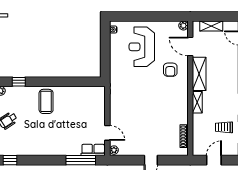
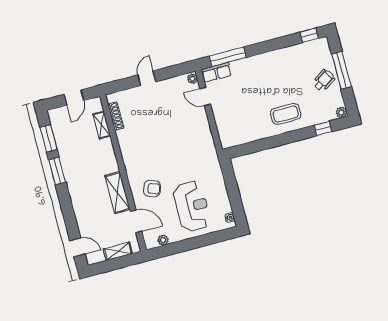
plant: (183, 26) -> (163, 240), moved
armchair: (170, 70) -> (152, 189), turned 111
coffee table: (46, 101) -> (286, 114), turned 90
shelving: (197, 102) -> (102, 125), moved
trolley: (224, 127) -> (72, 138), removed

